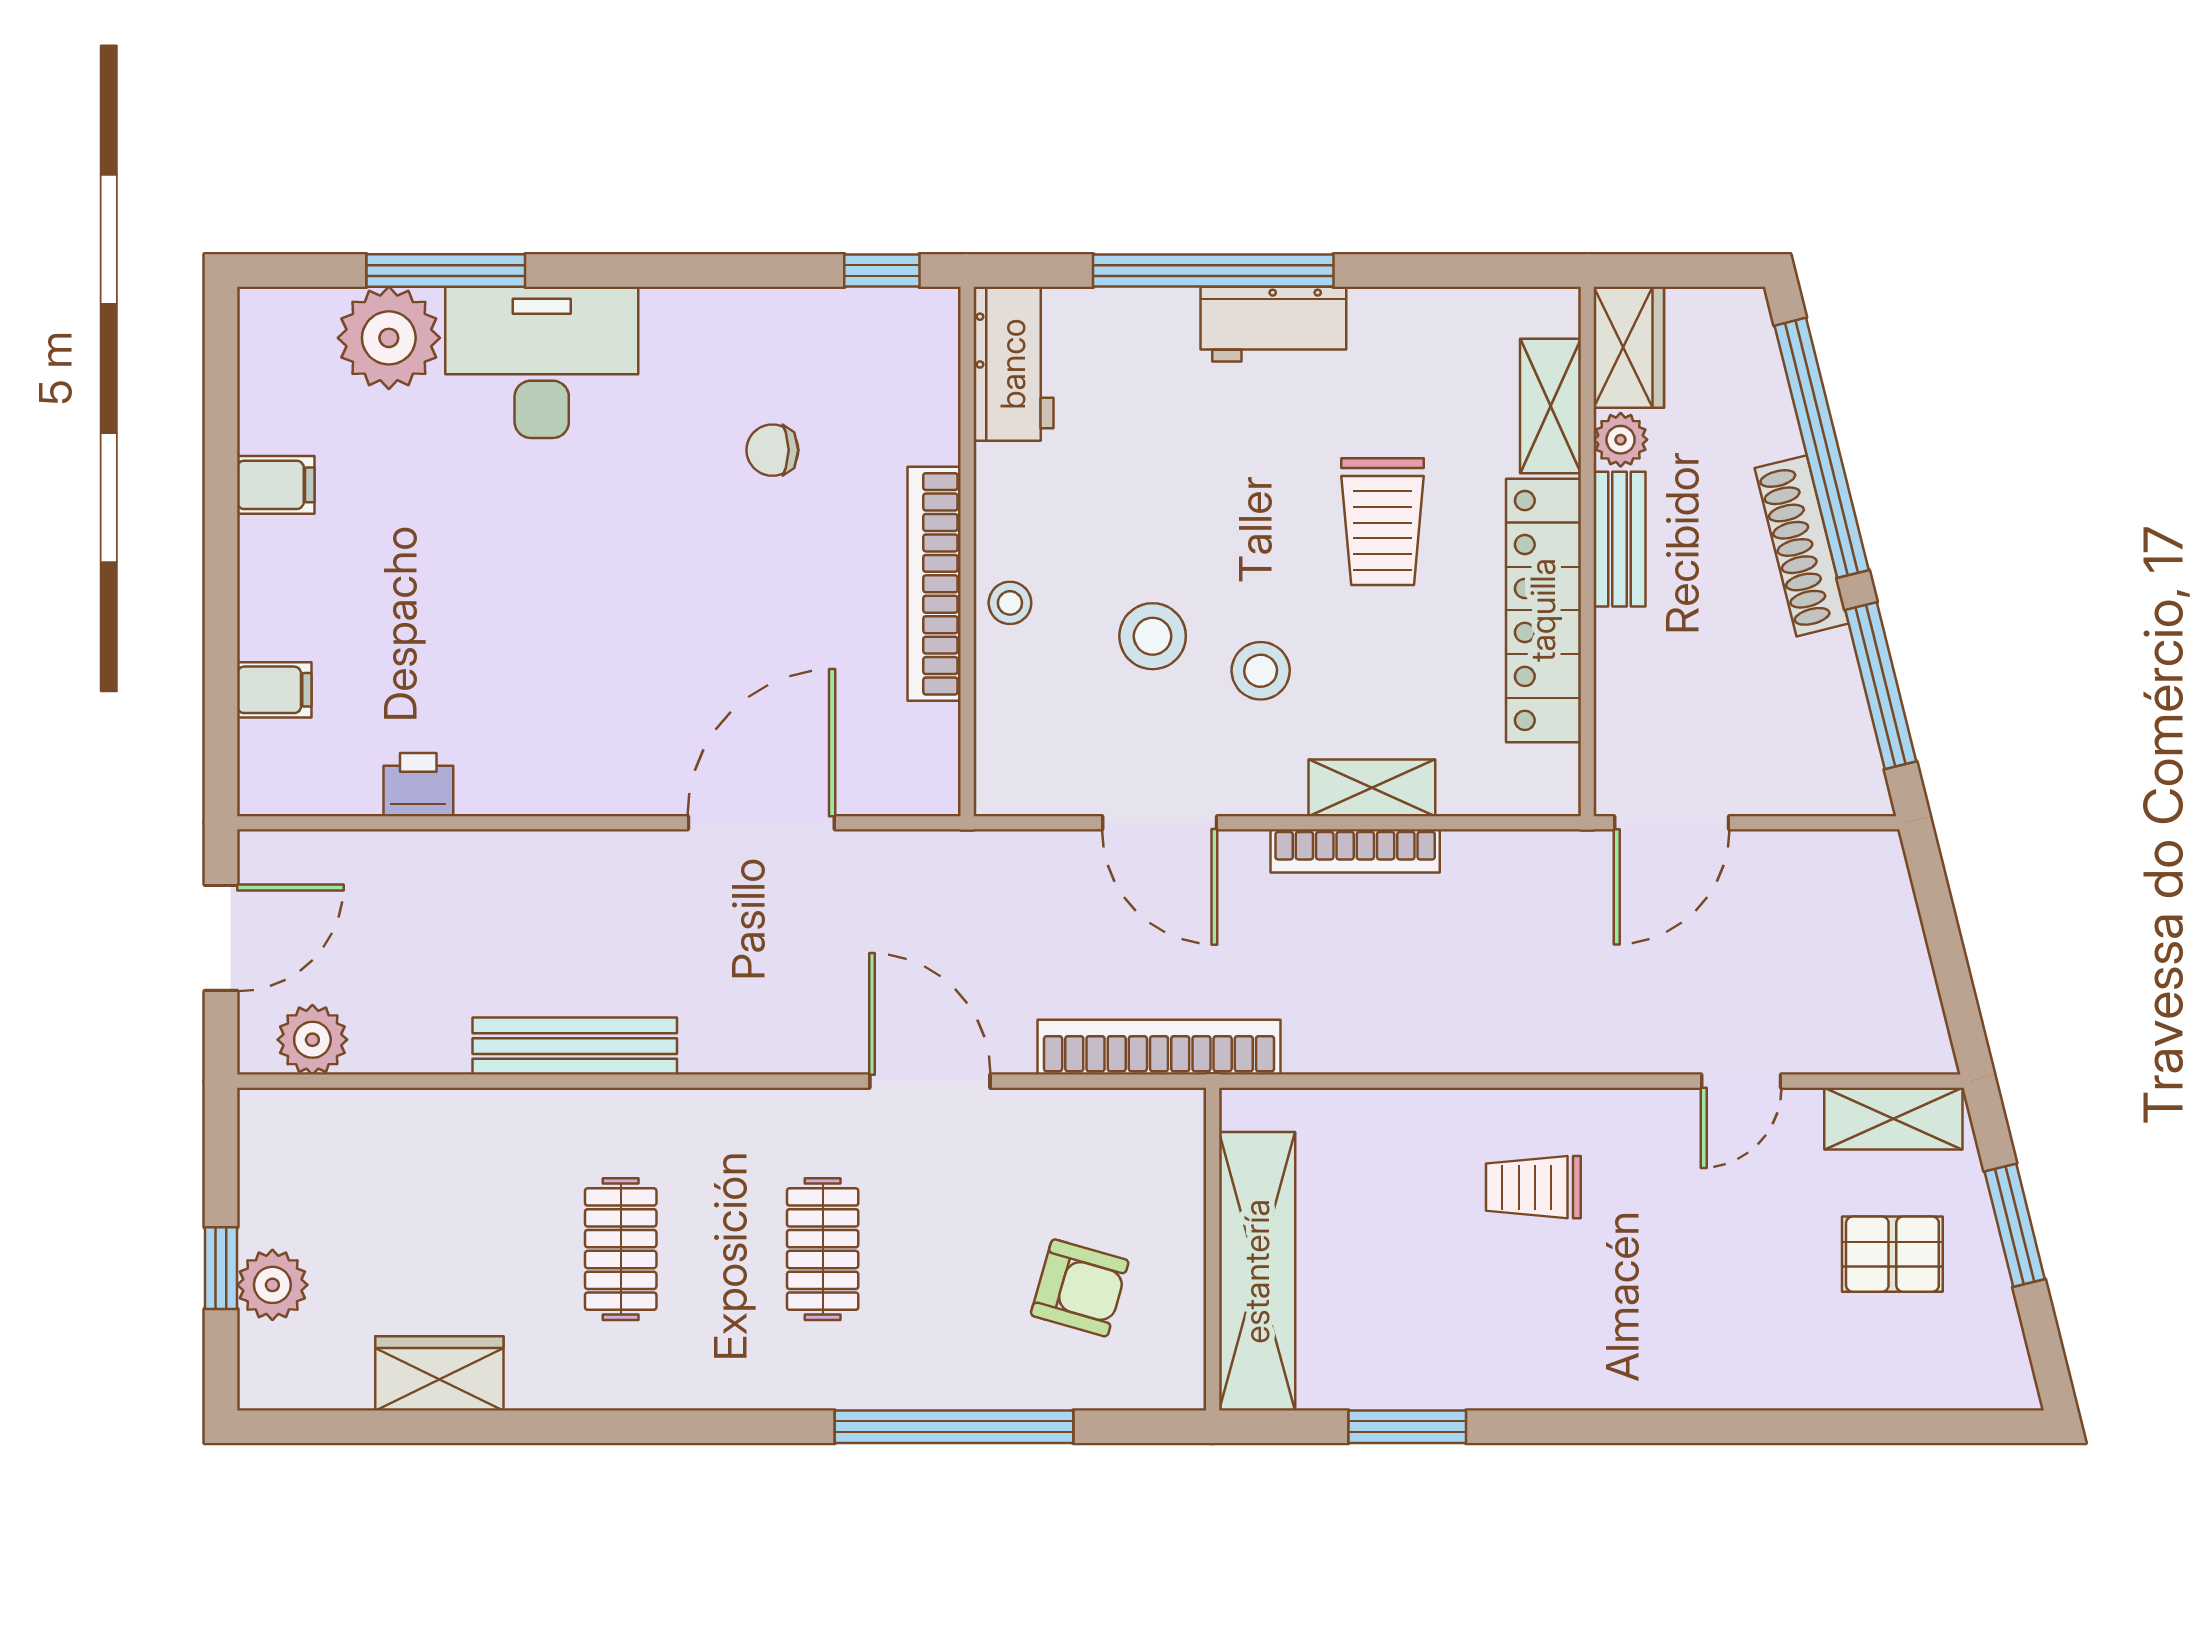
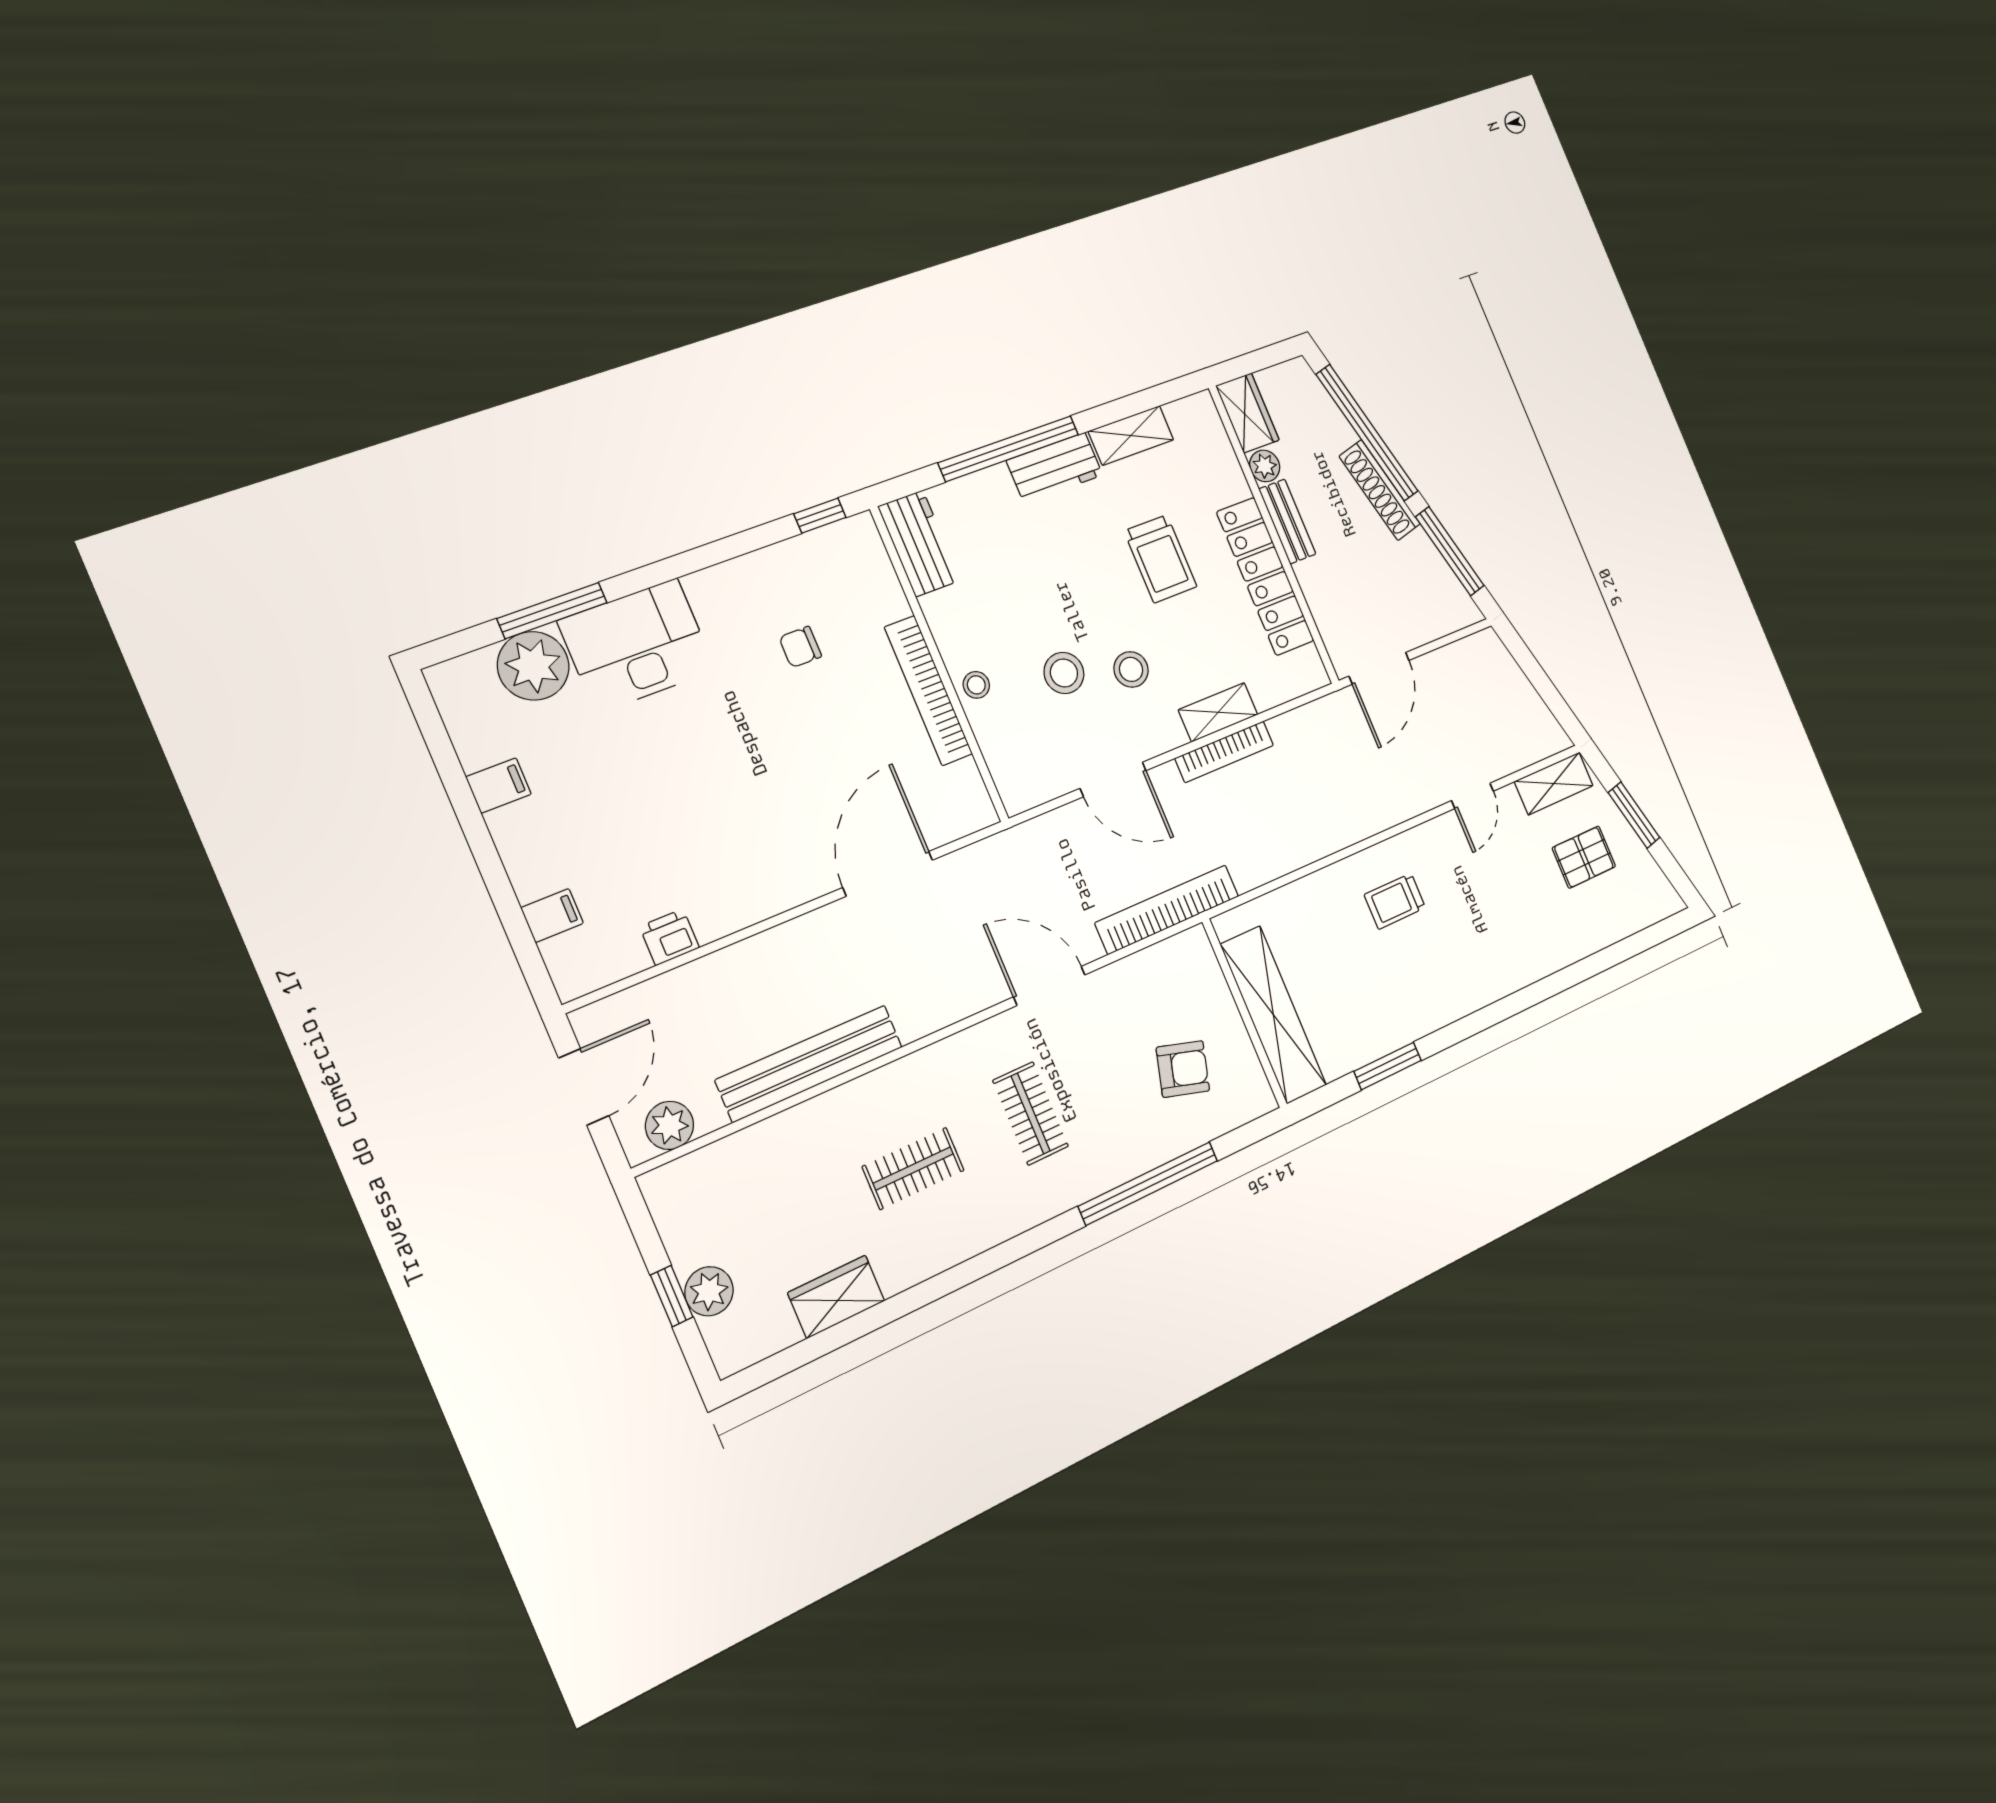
shelving: (1550, 406) -> (1131, 435), moved, turned 90
bench: (575, 1046) -> (809, 1063), width x1.37, depth x1.21
clothes rail: (621, 1249) -> (913, 1168), turned 90

